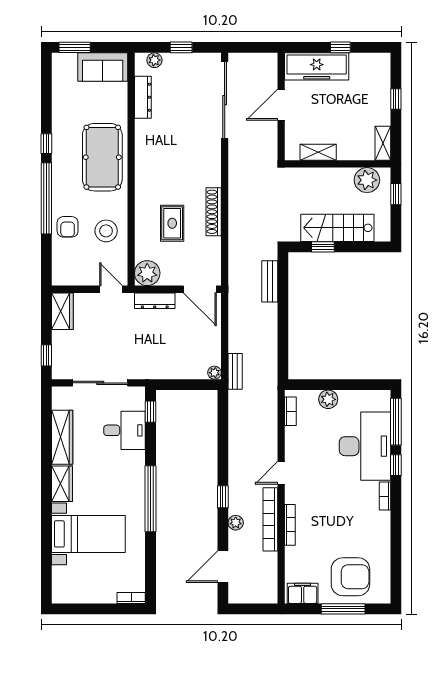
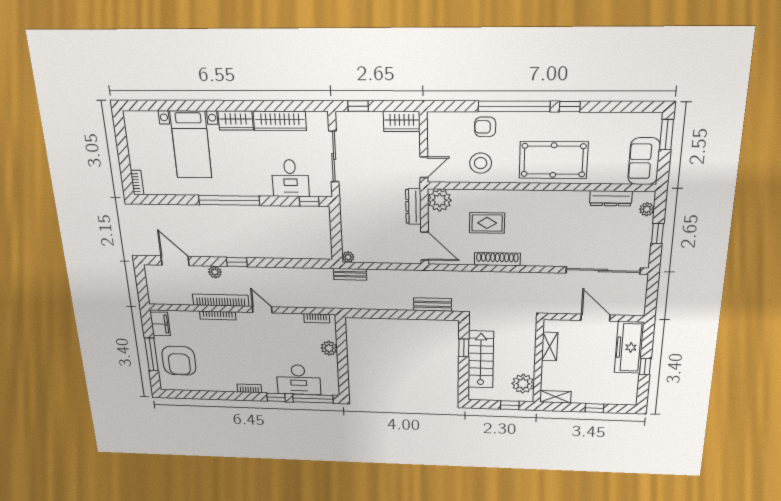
door: (200, 289) -> (425, 246), swing flipped
desk: (365, 446) -> (298, 380), width x0.73, depth x0.77

